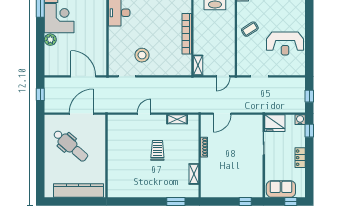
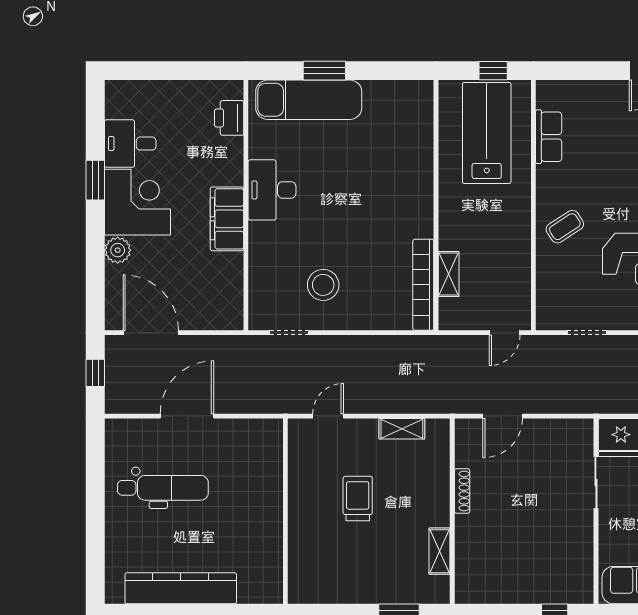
filing cabinet: (99, 26) -> (227, 219), added
bookcase: (187, 34) -> (423, 285), moved
shelving: (198, 65) -> (449, 274), moved
door: (83, 76) -> (151, 333), moved
dental chair: (71, 146) -> (163, 488), turned -41
wall: (106, 156) -> (285, 511), moved

